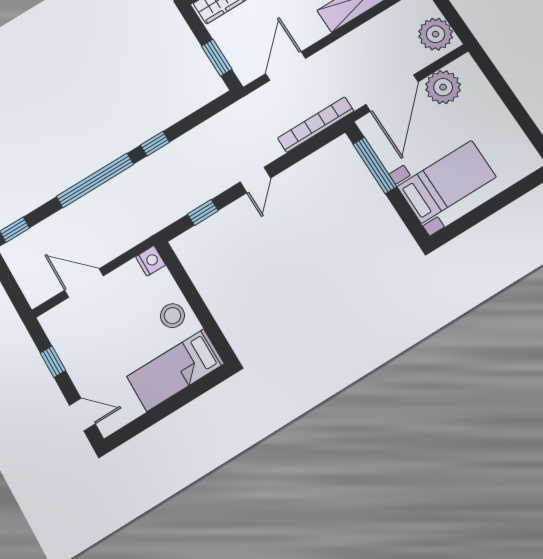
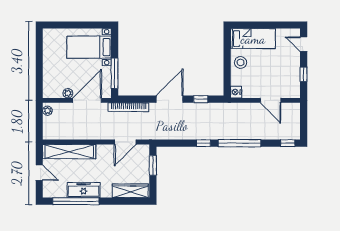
plant: (436, 34) -> (47, 111), width x0.53, depth x0.53
plant: (443, 87) -> (68, 93), width x0.53, depth x0.53
door: (255, 180) -> (170, 99), width x1.88

